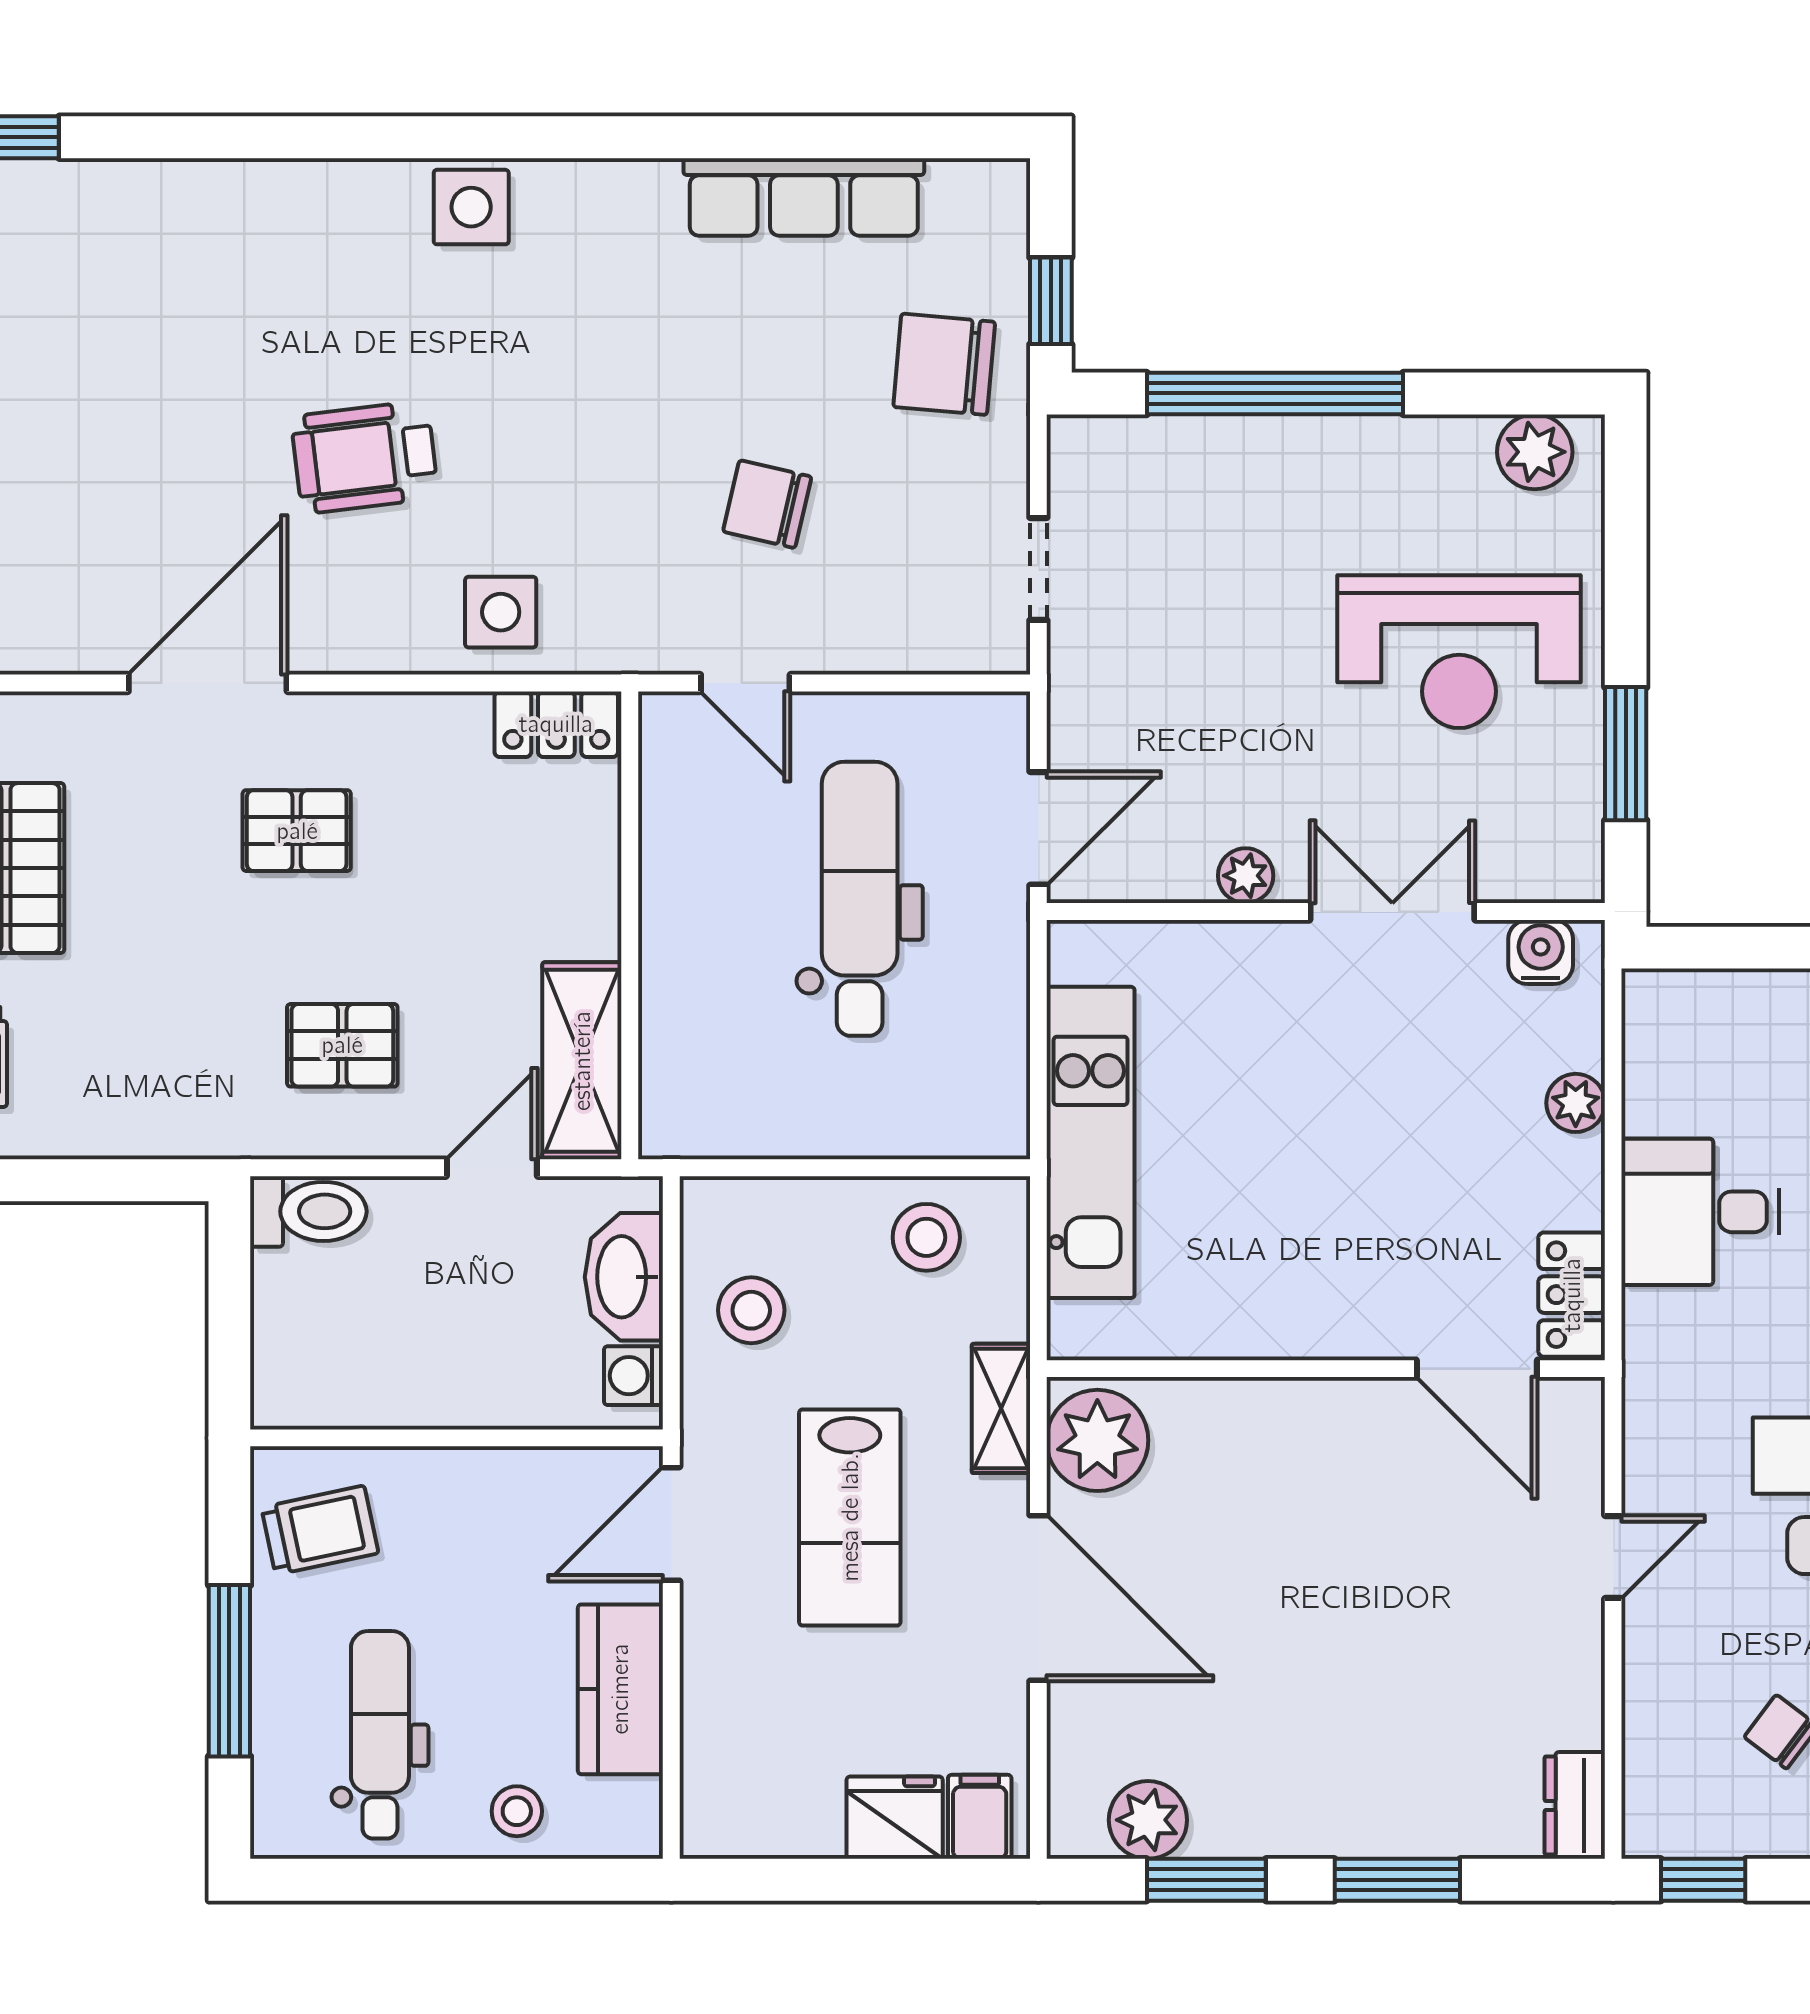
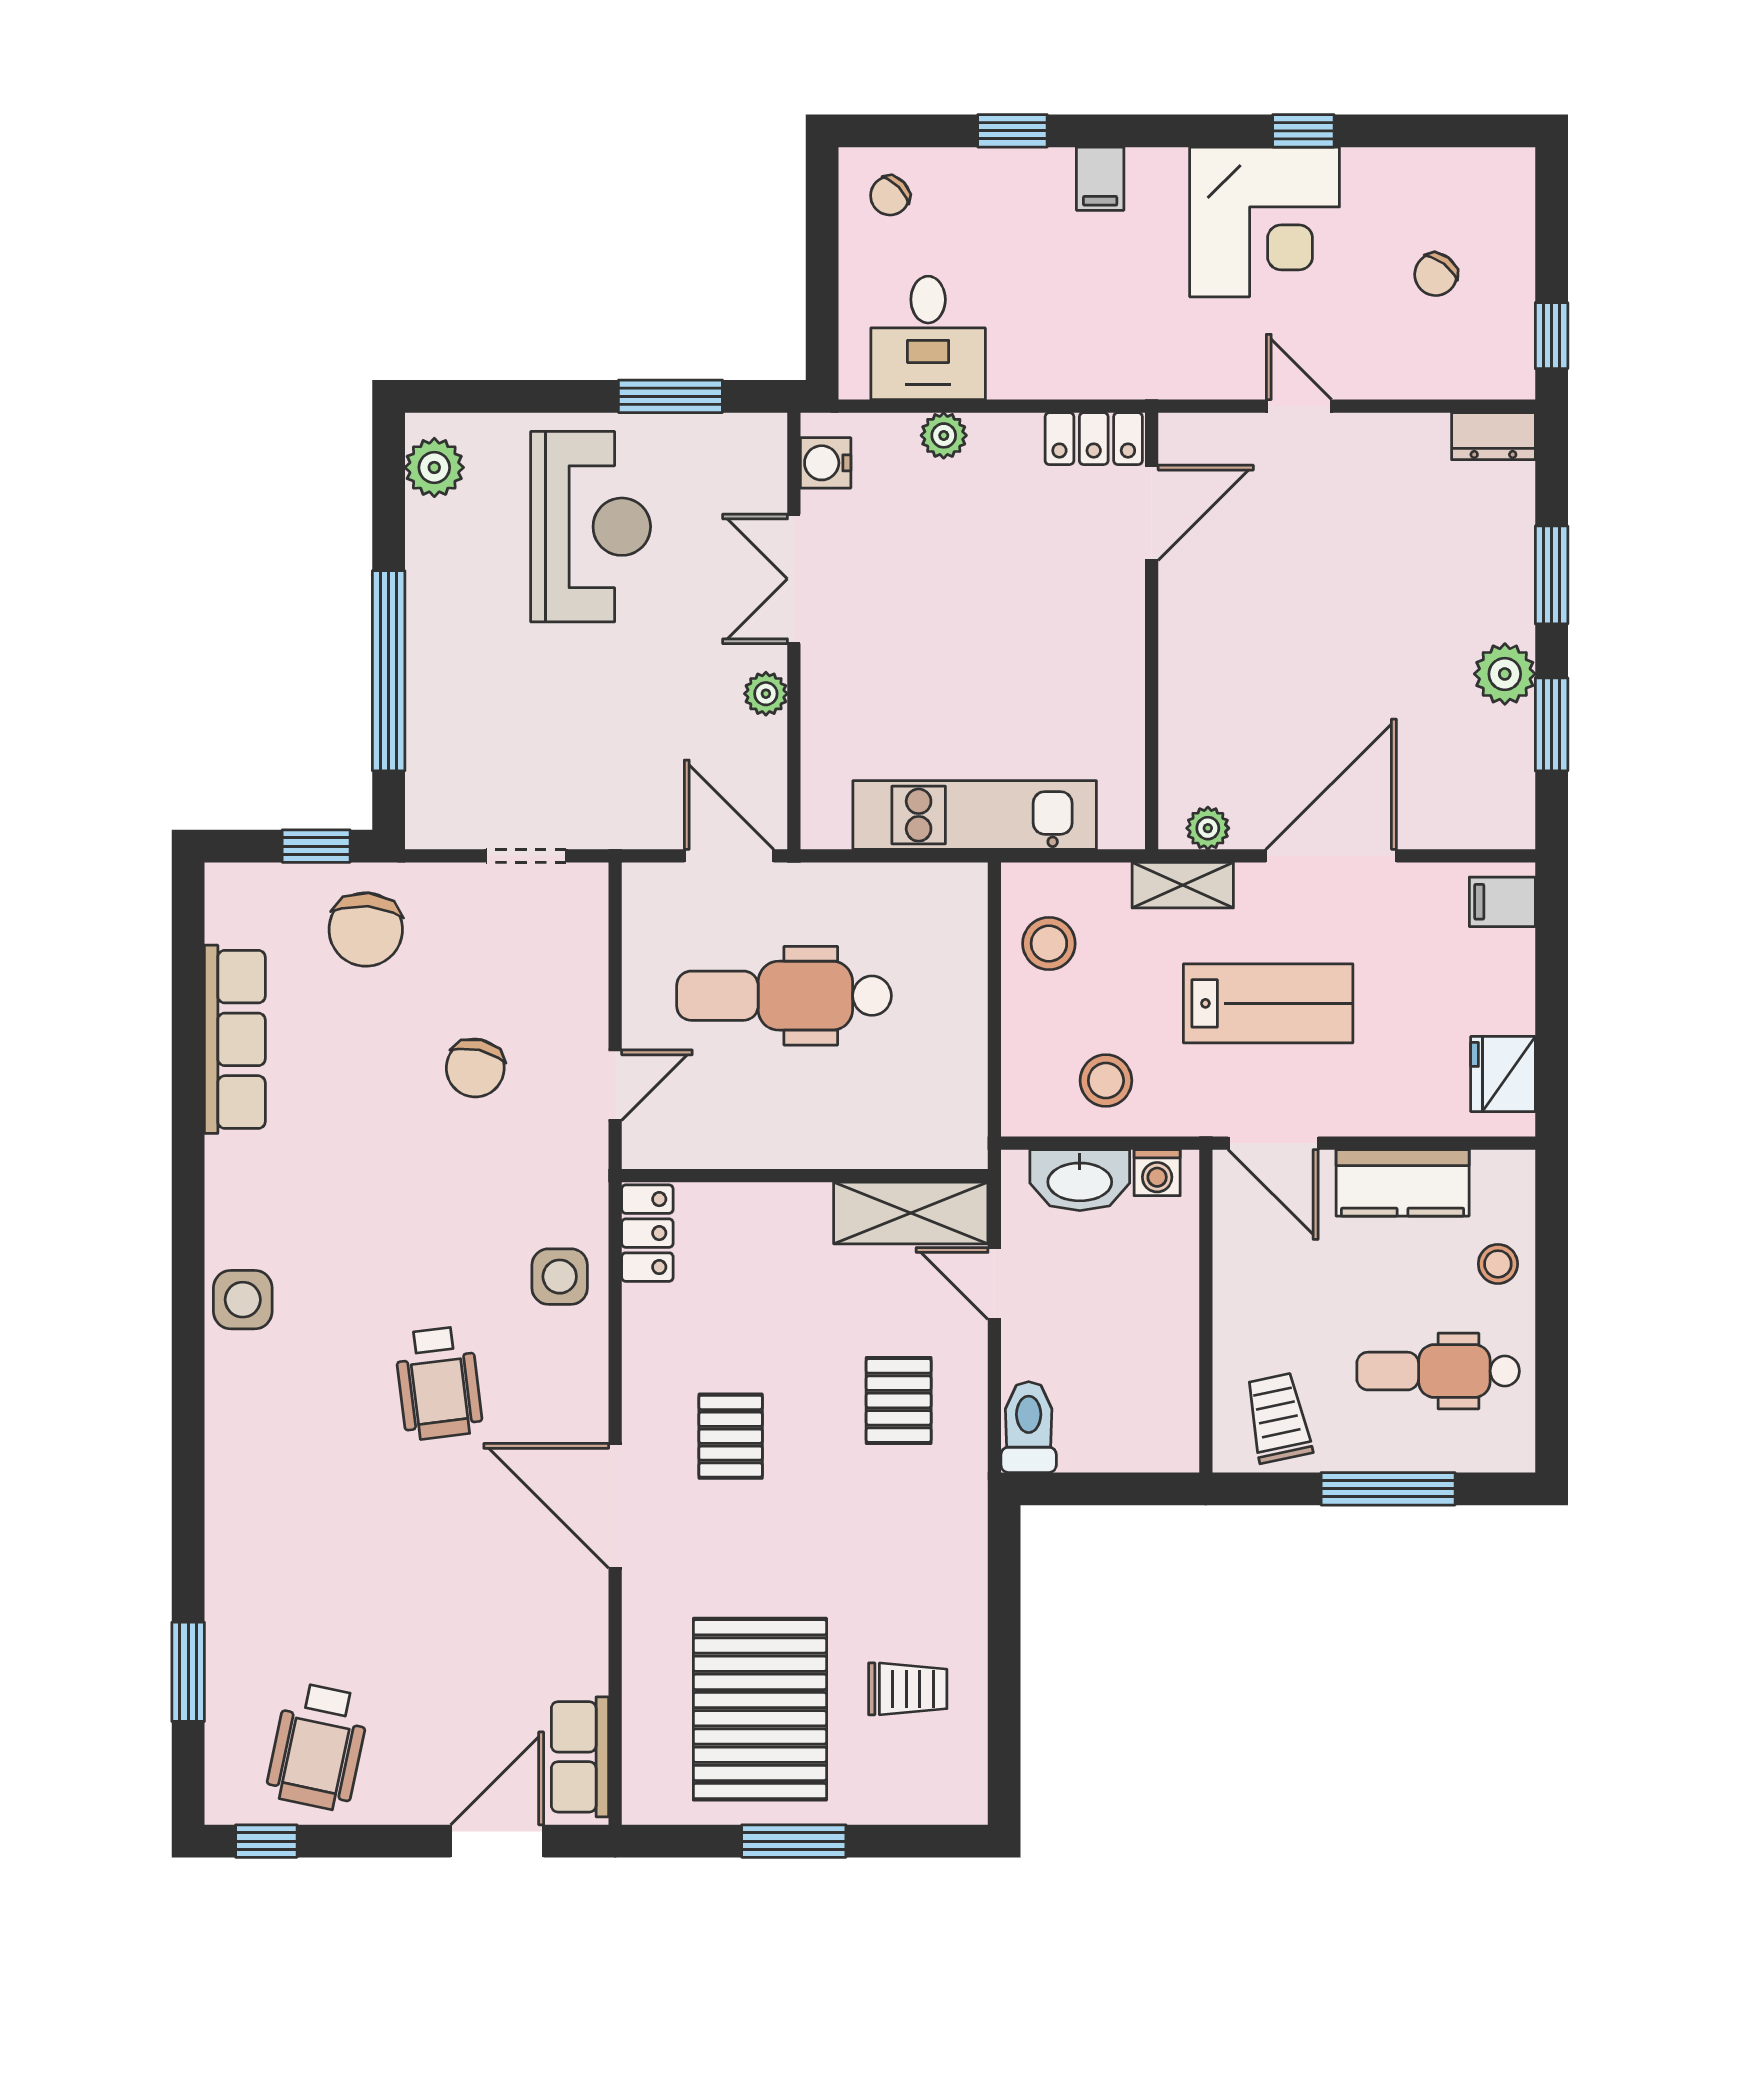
desk: (1700, 1212) -> (928, 338), moved
plant: (1097, 1440) -> (1208, 828), width x0.53, depth x0.53
fridge: (895, 1818) -> (1503, 1074), moved
plant: (1148, 1820) -> (1505, 674), moved

